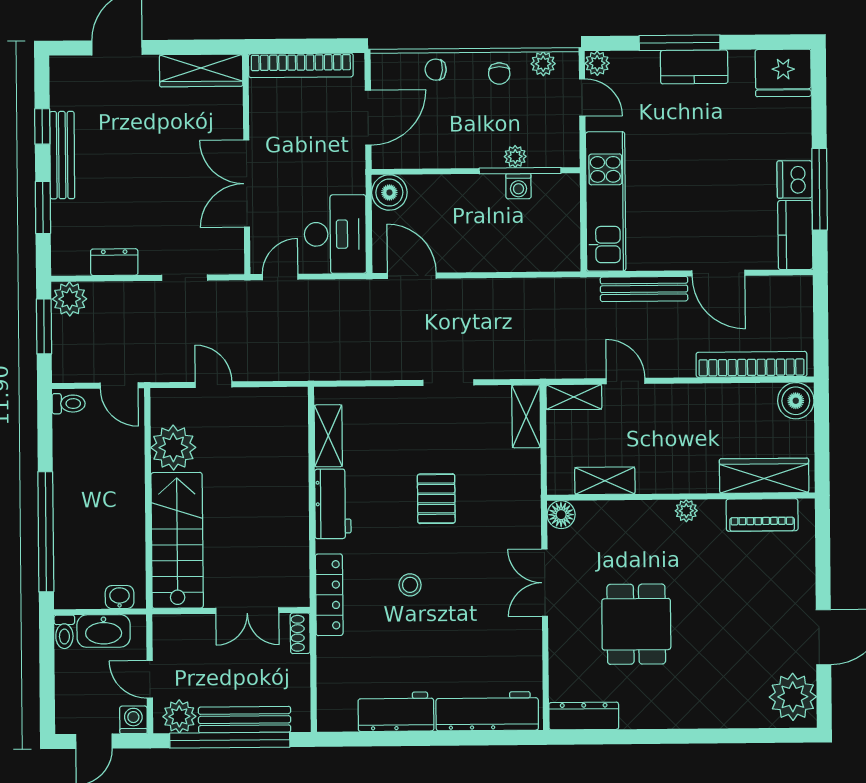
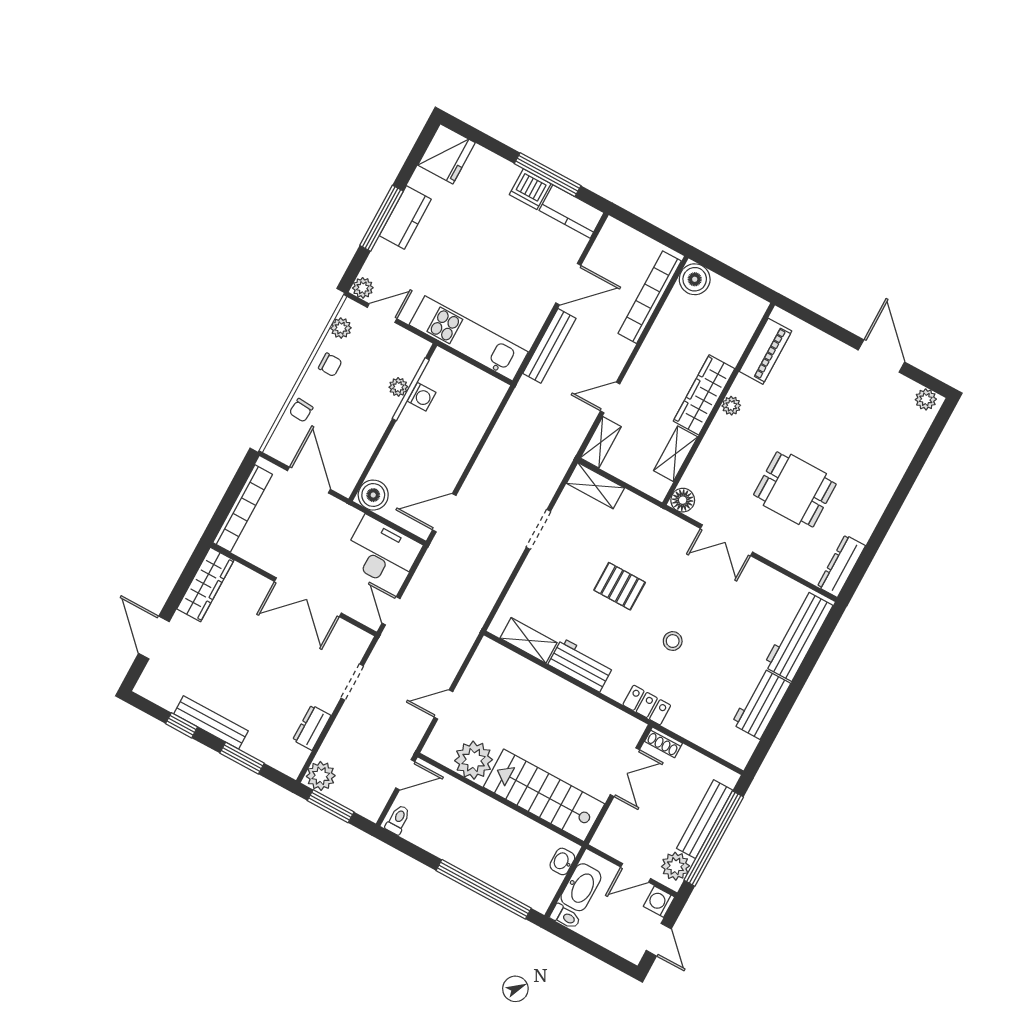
wardrobe: (764, 476) -> (704, 395), moved
locker: (329, 595) -> (647, 705), width x0.66
plant: (793, 697) -> (926, 399), width x0.53, depth x0.53

